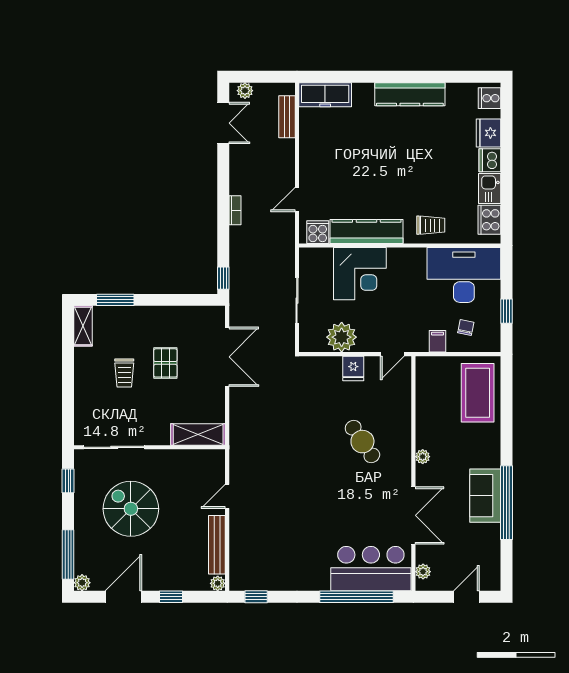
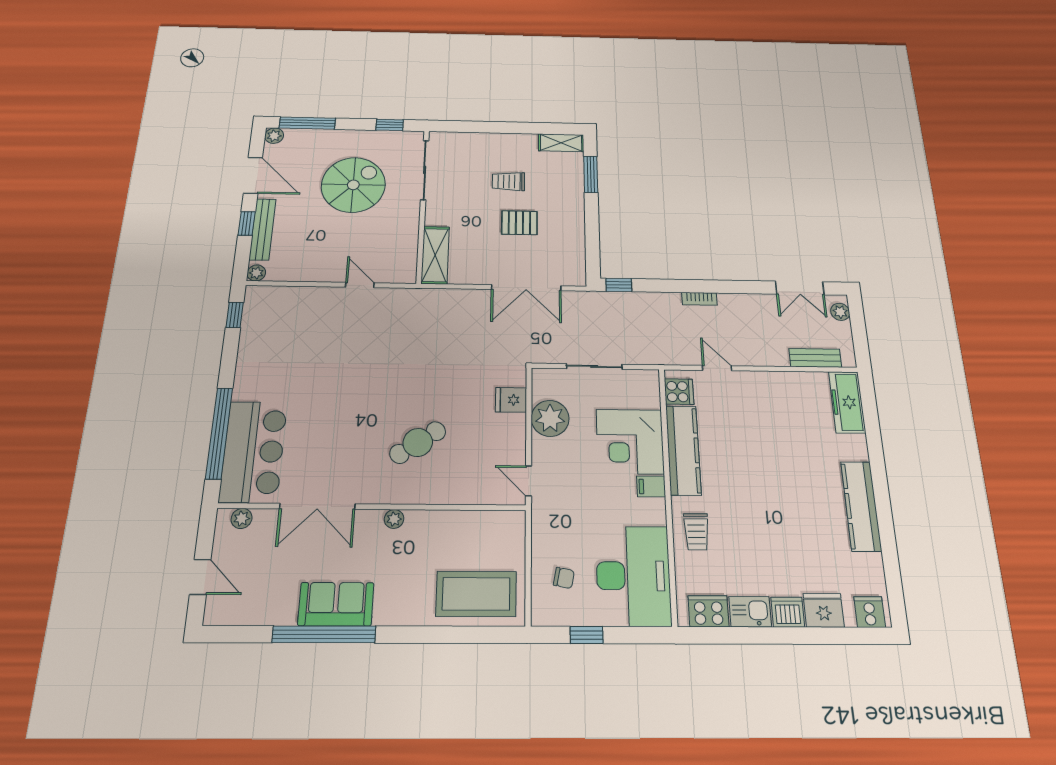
filing cabinet: (437, 341) -> (651, 486), moved, turned 180
fridge: (353, 368) -> (511, 400), moved
bench: (217, 545) -> (263, 229), moved, turned 90

